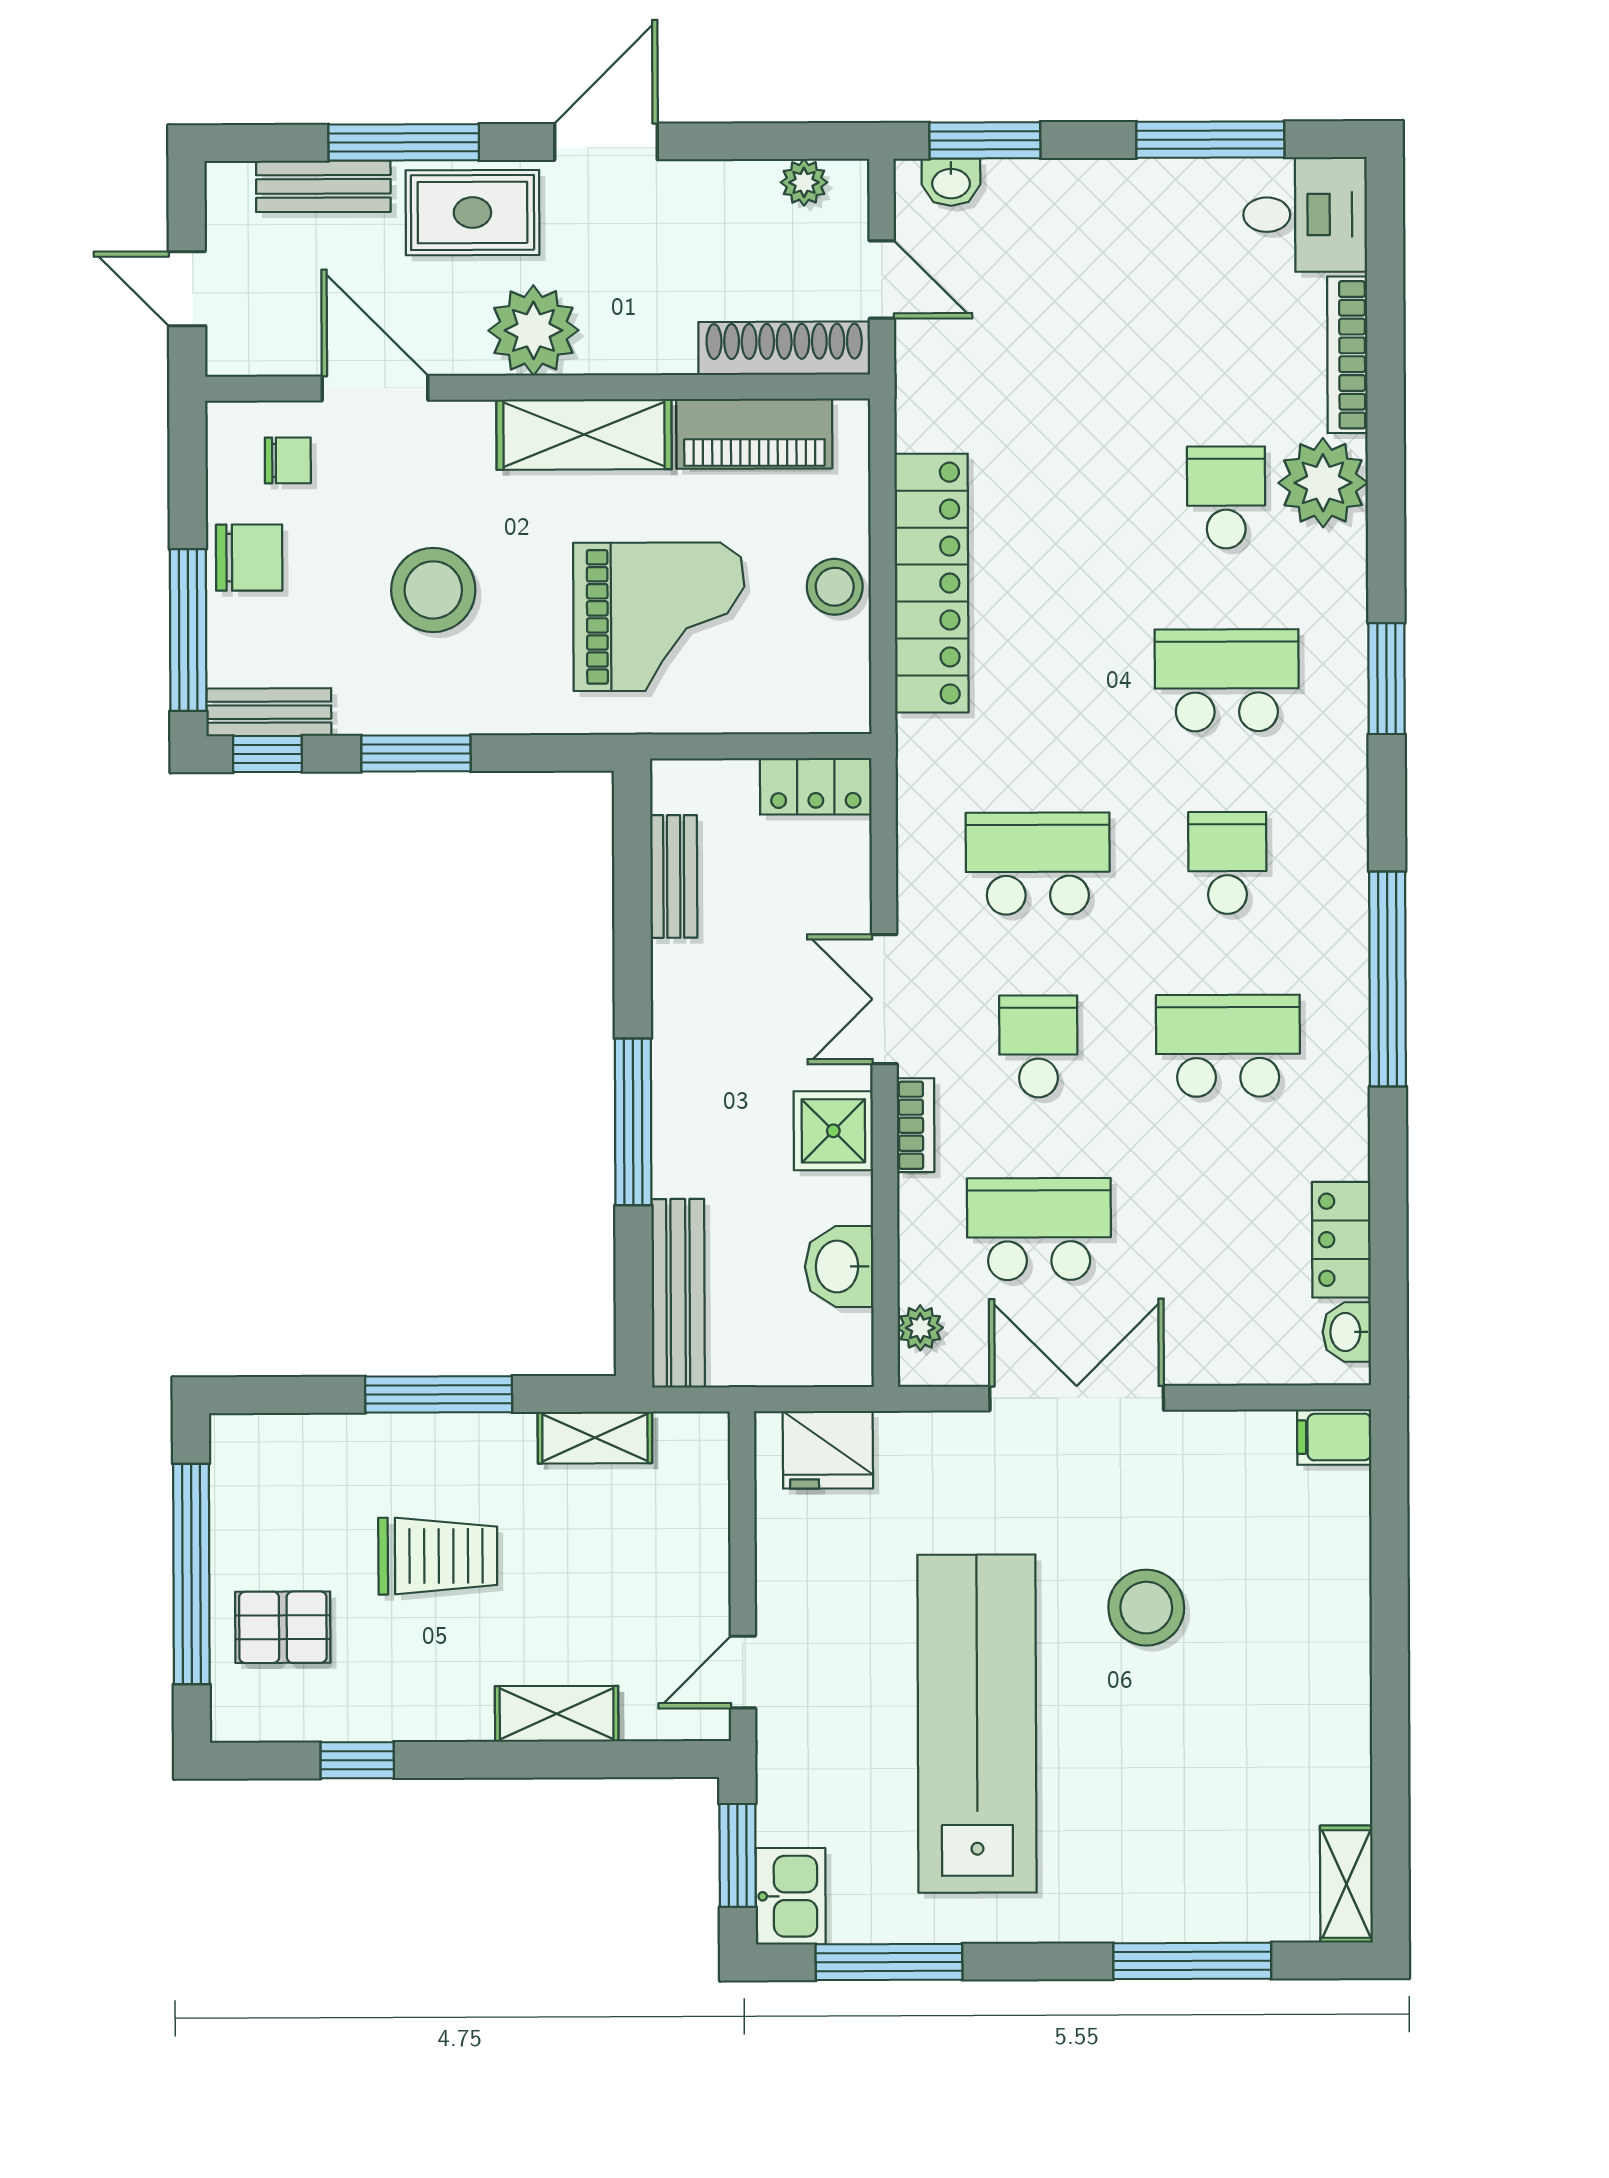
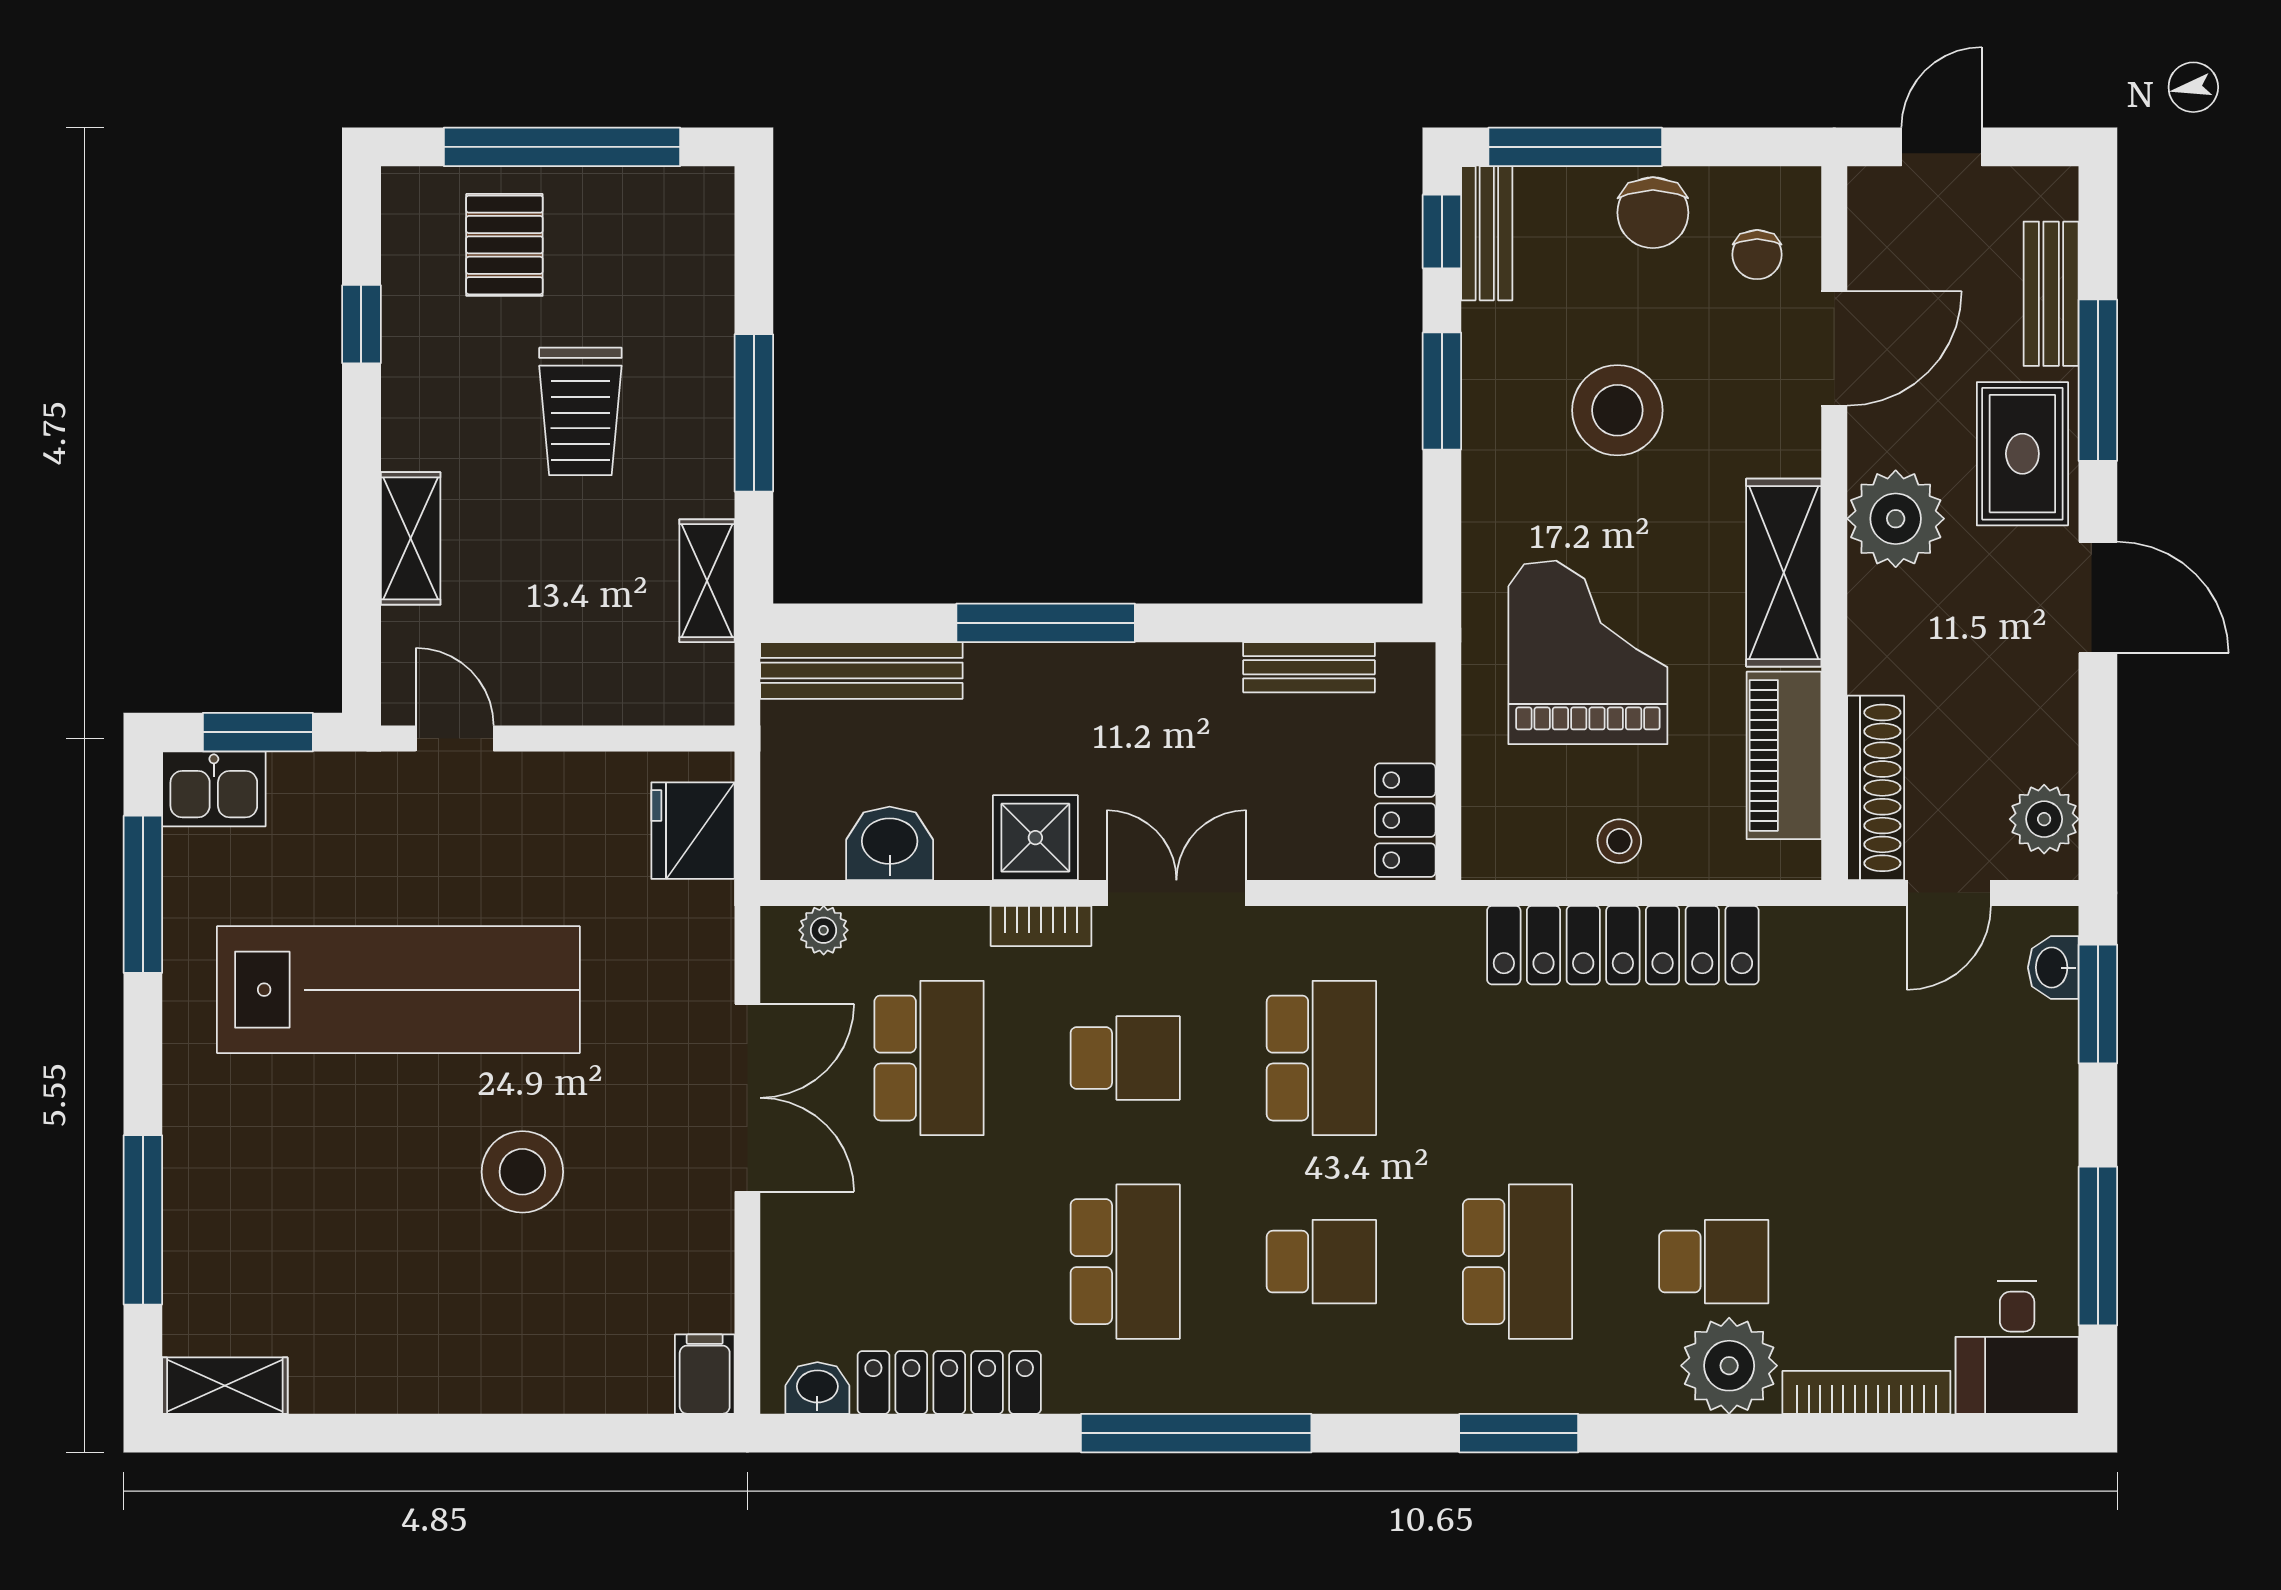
plant: (804, 182) -> (2044, 819), width x1.38, depth x1.38
stool: (835, 587) -> (1619, 841), width x0.73, depth x0.73
grand piano: (659, 617) -> (1588, 652), turned 180
locker: (1341, 1240) -> (949, 1382), width x1.53

